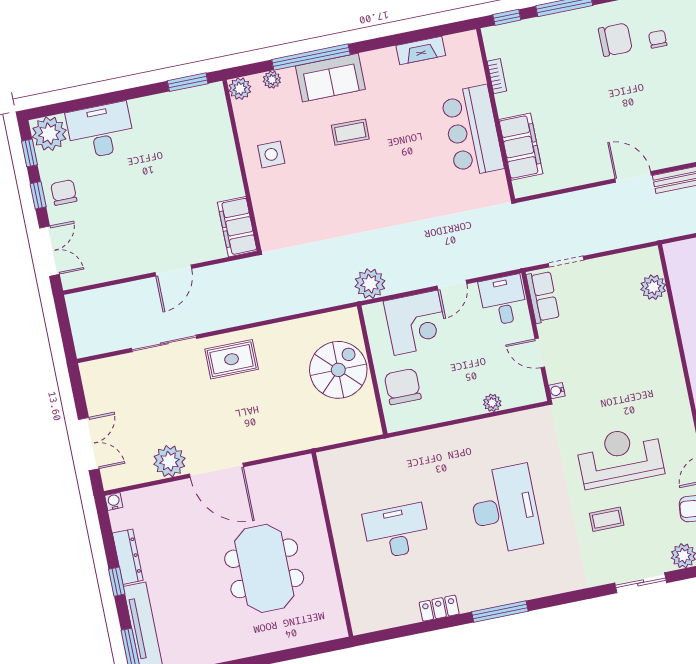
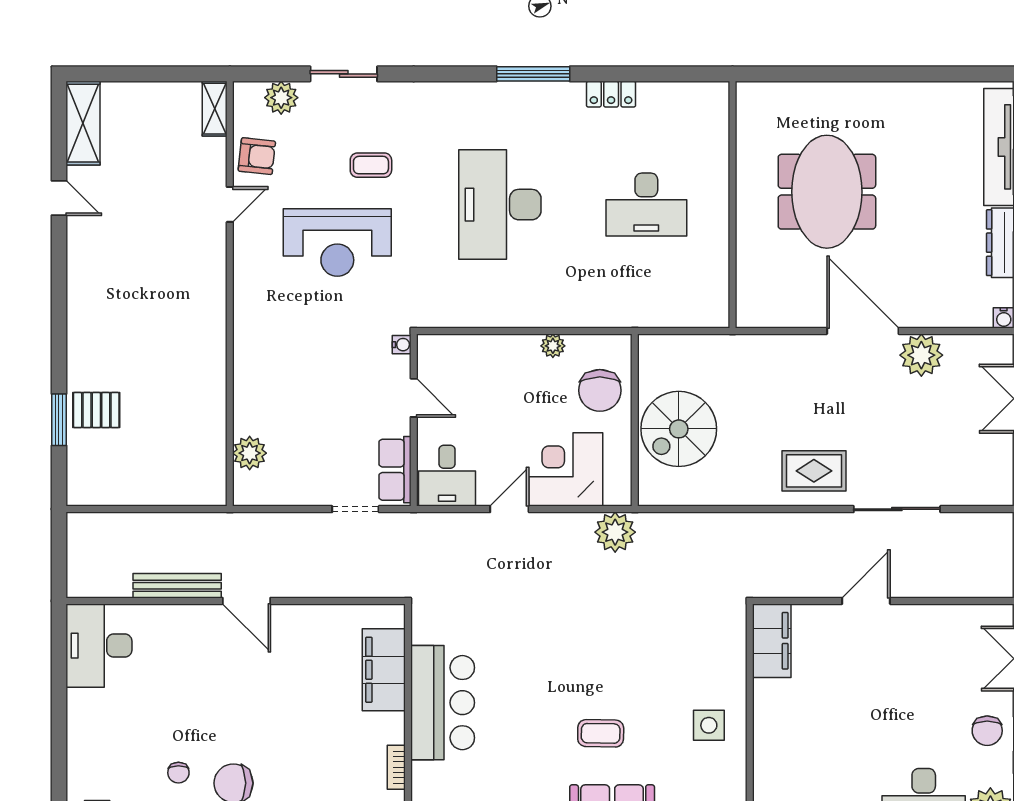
plant: (492, 403) -> (553, 346), moved

